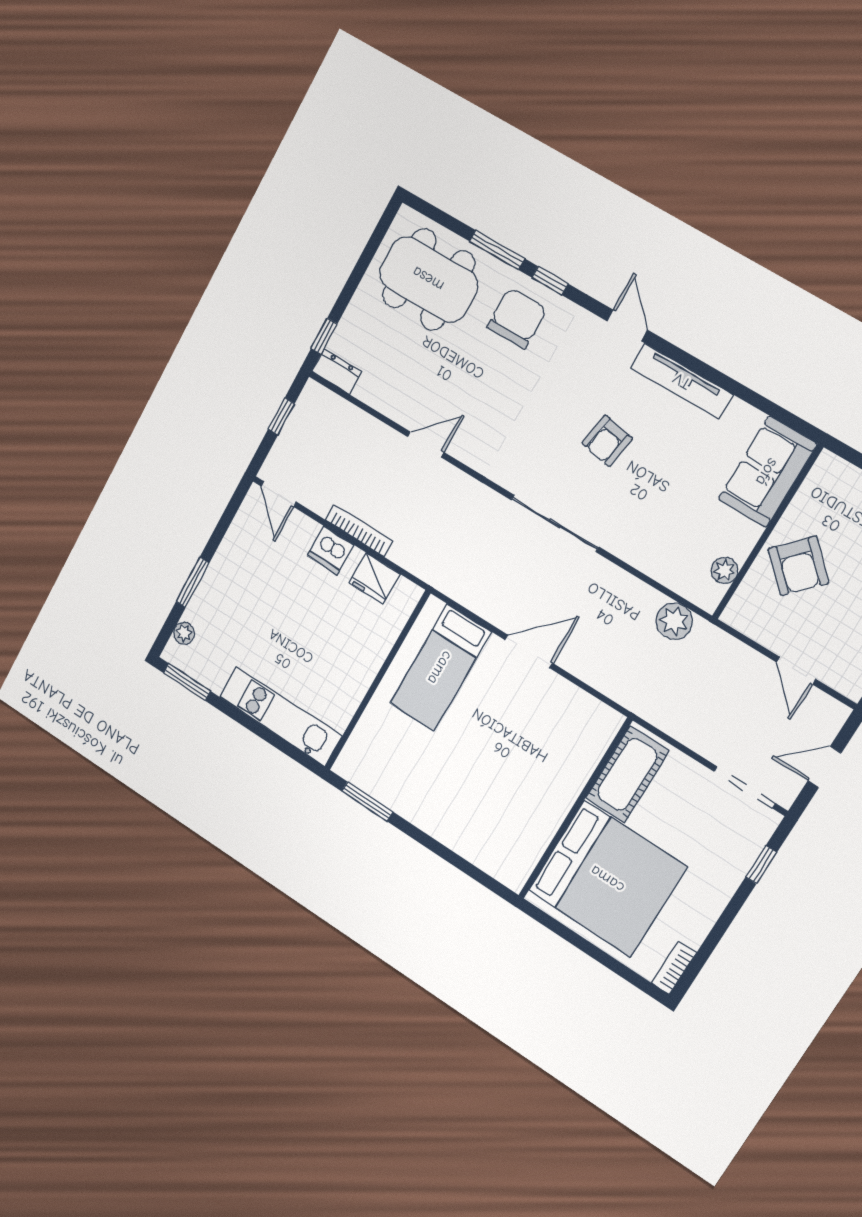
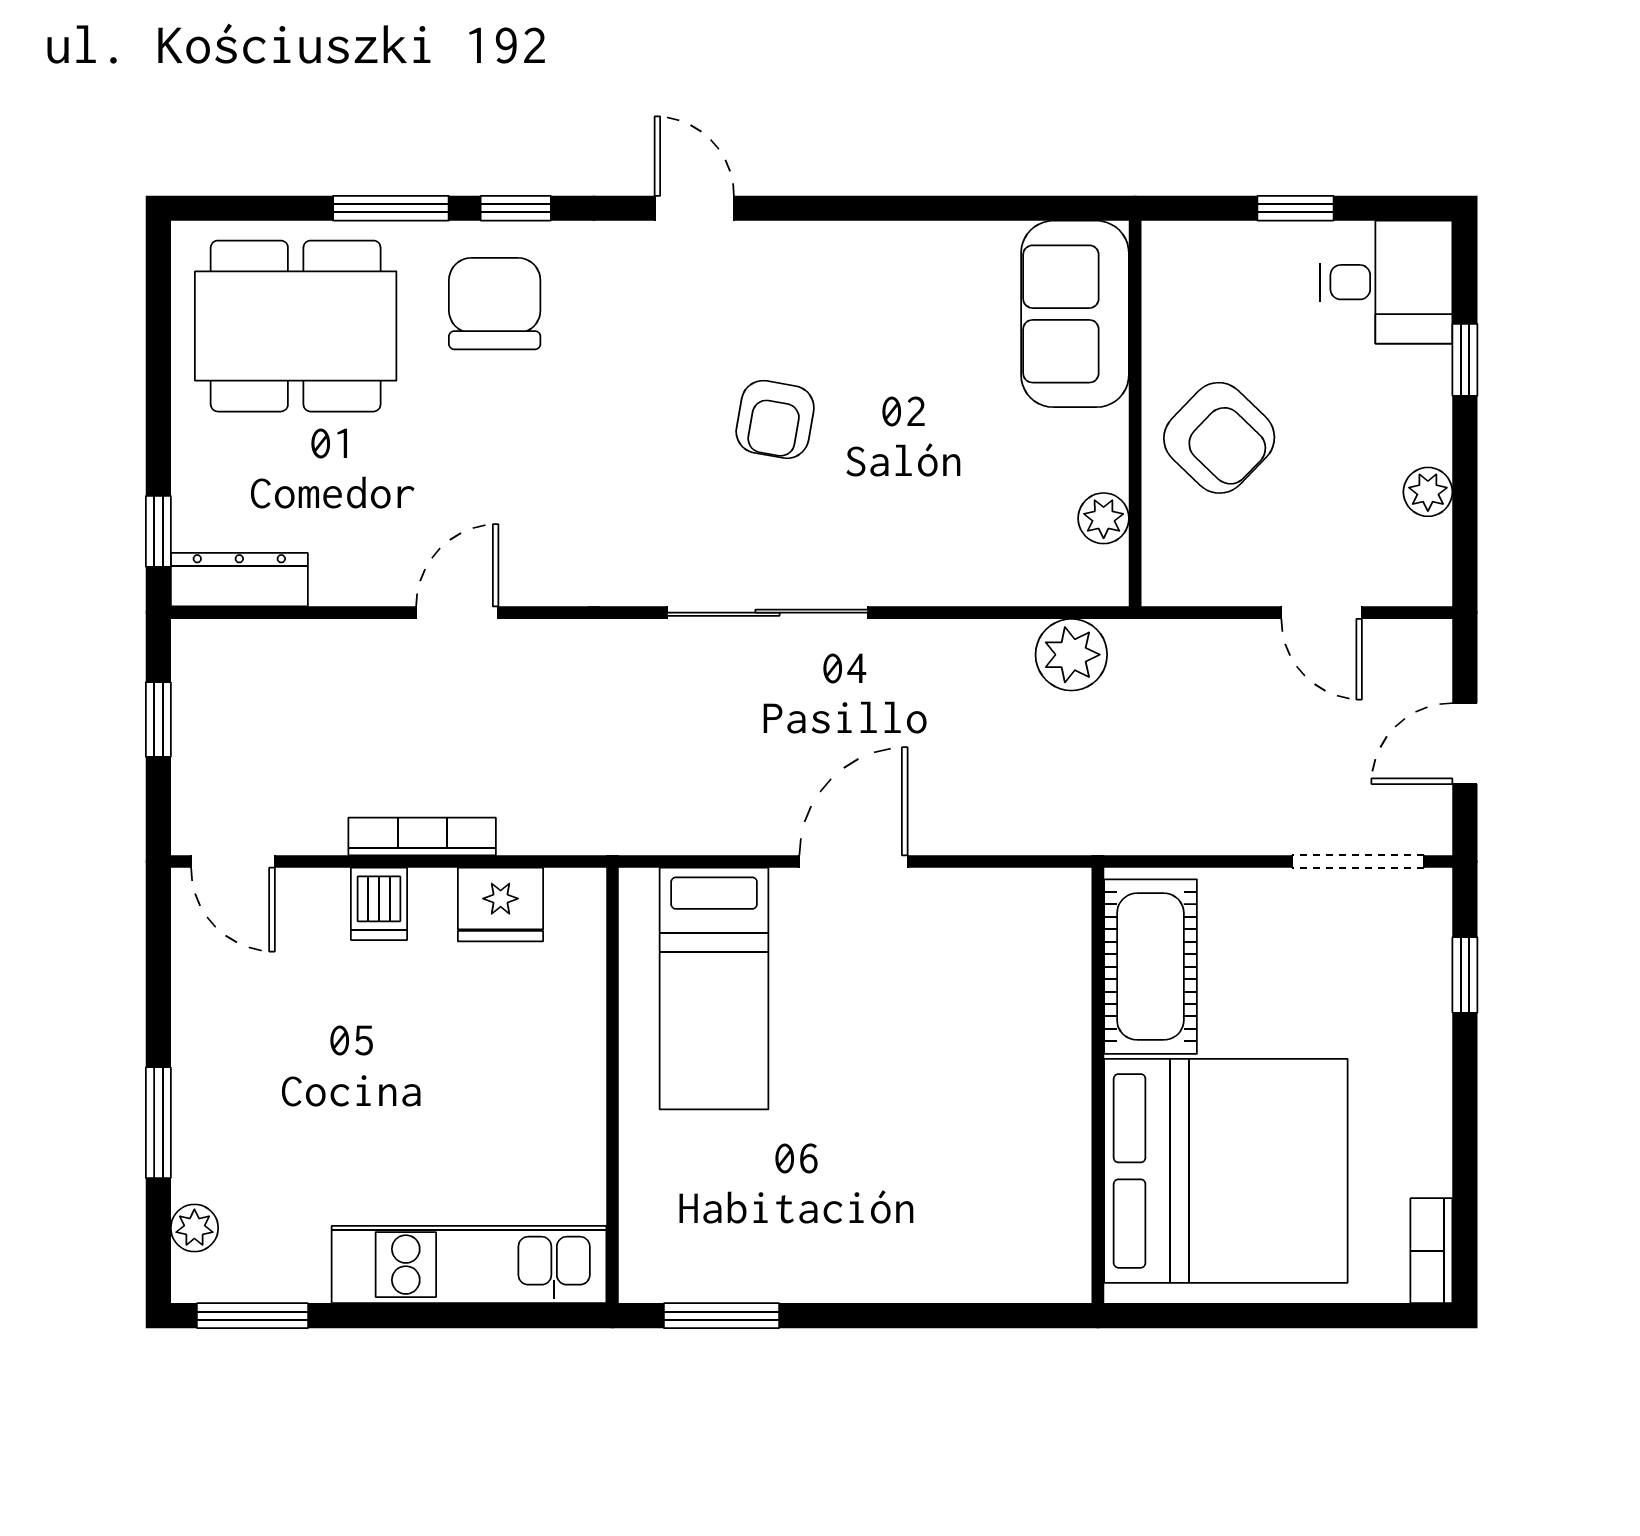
dresser: (337, 372) -> (239, 580), width x1.44
tv unit: (682, 381) -> (842, 248), removed
dishwasher: (330, 550) -> (379, 904), width x0.73

